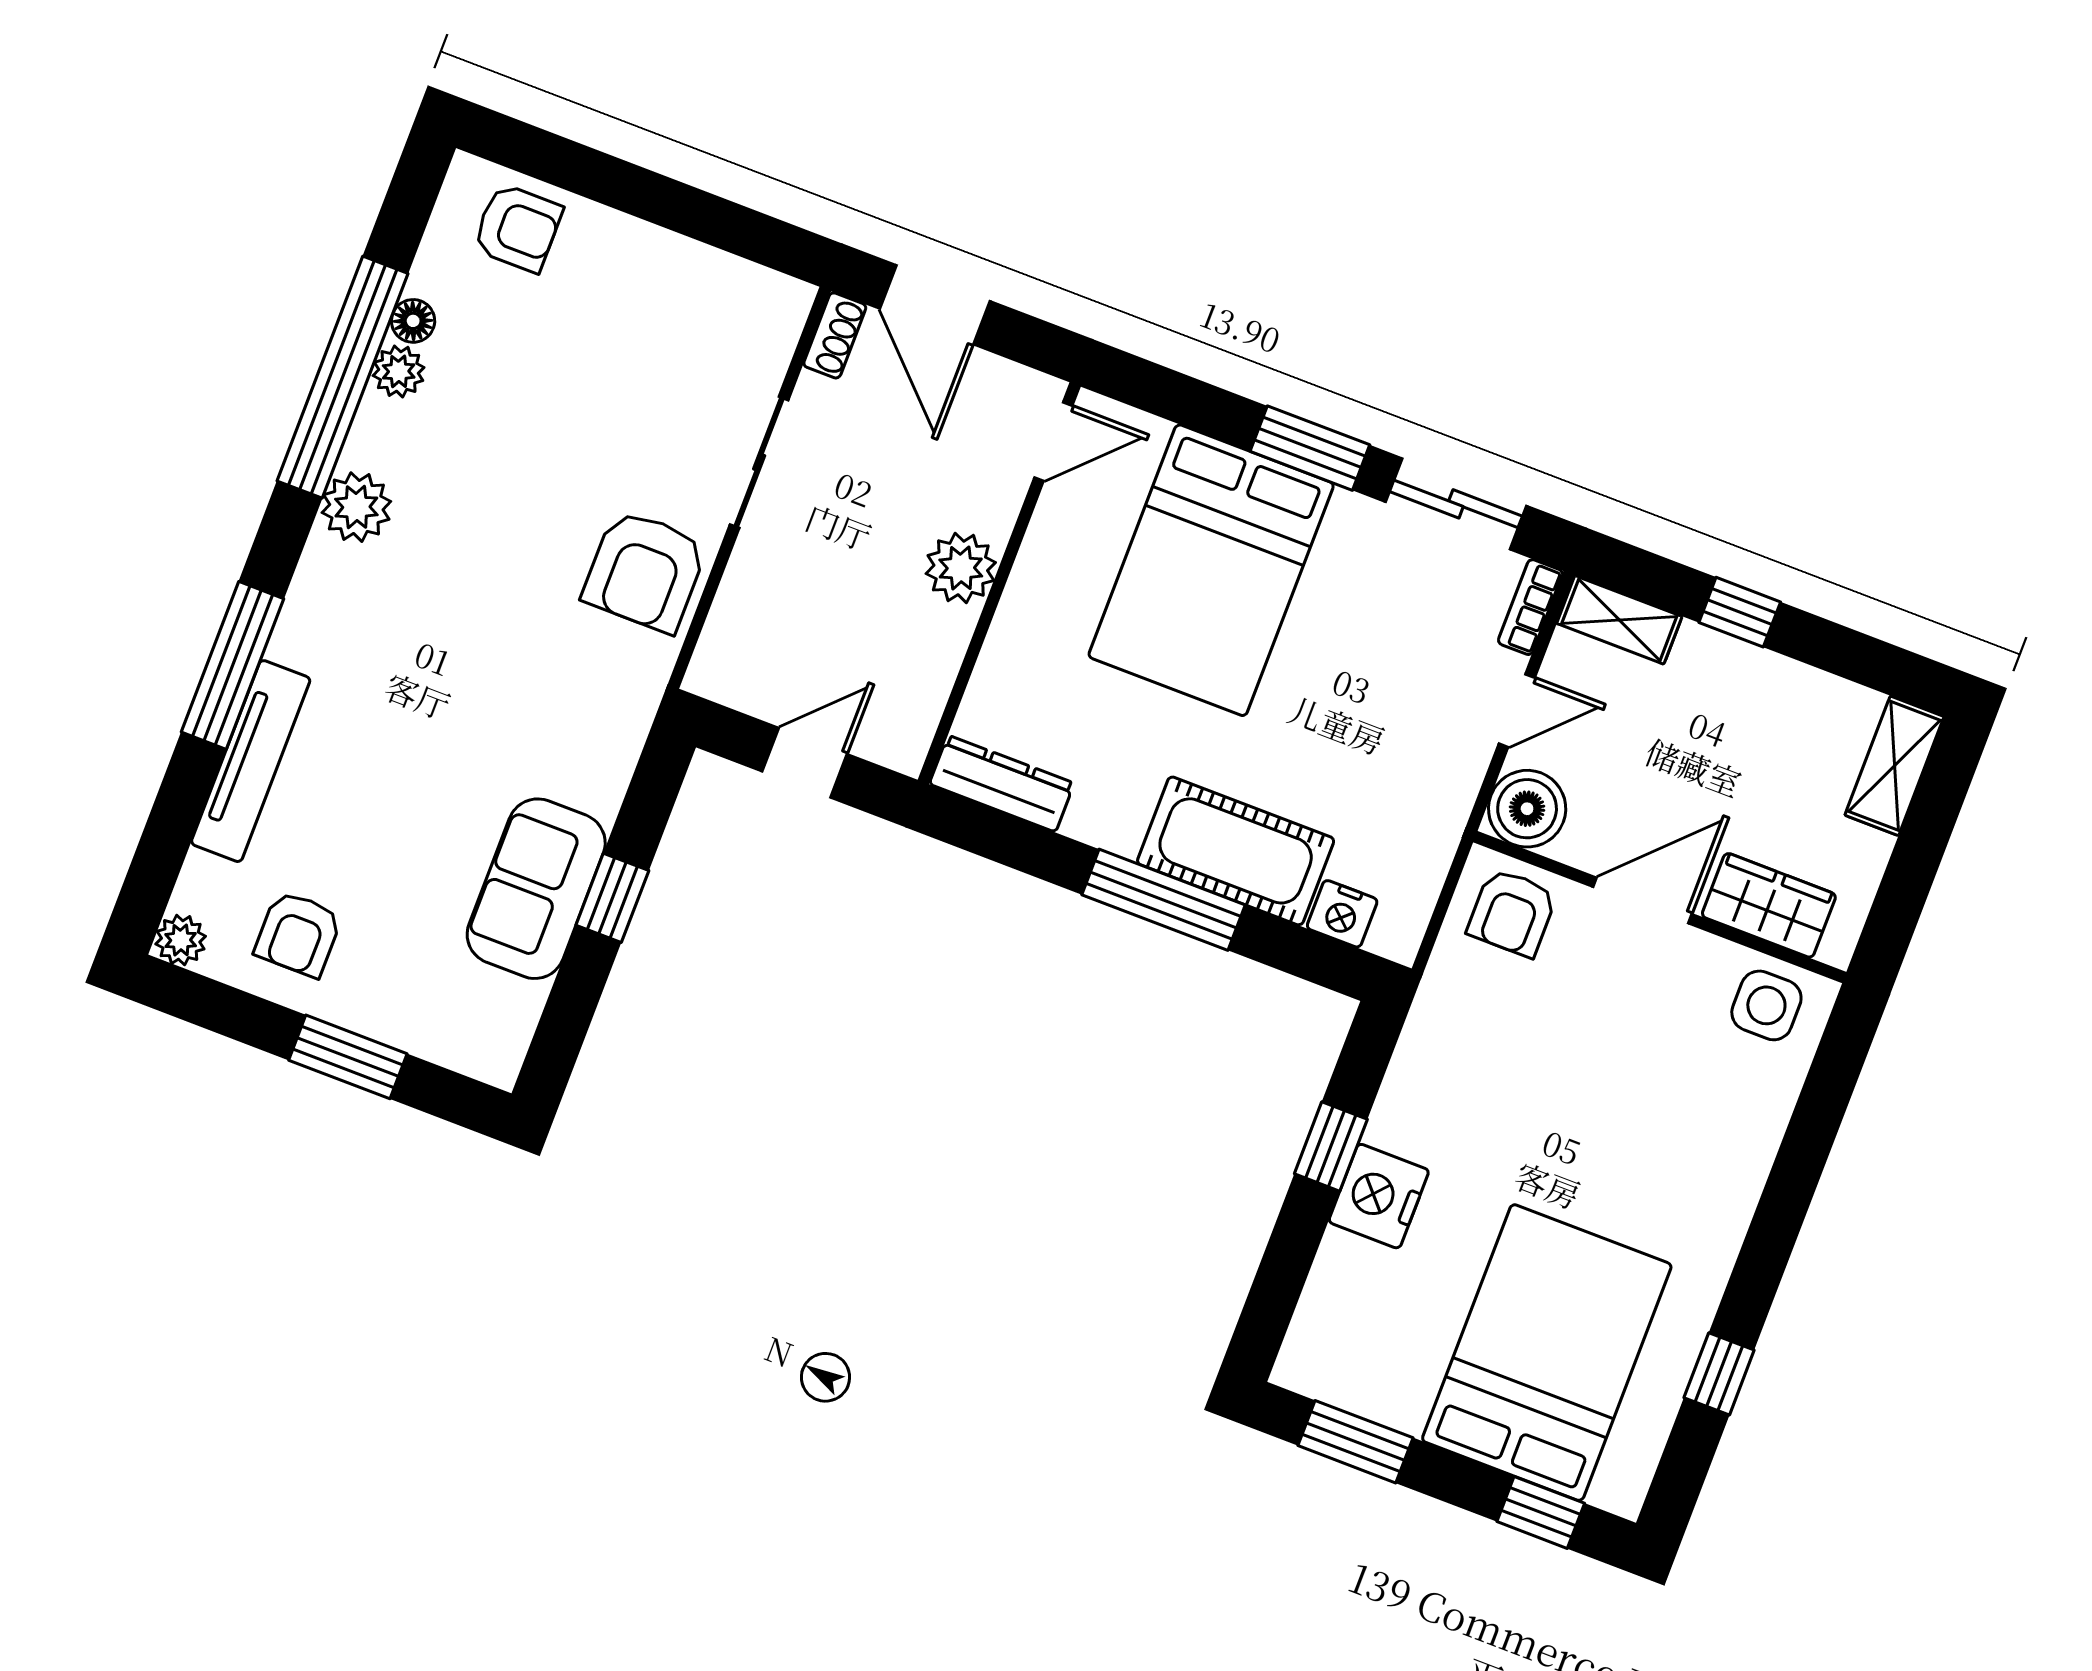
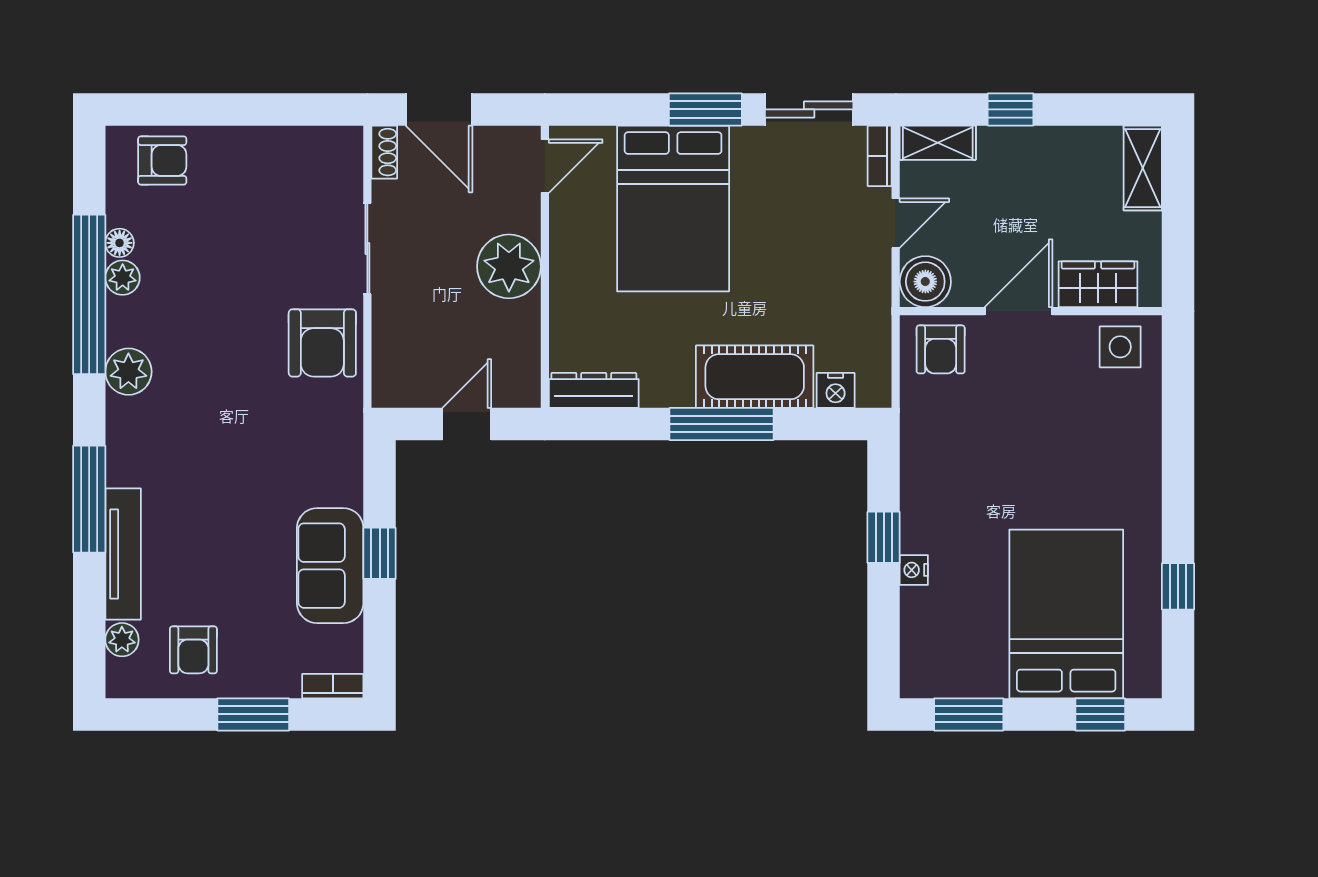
plant: (961, 568) -> (509, 266), width x1.36, depth x1.36
plant: (181, 940) -> (122, 640), moved
bookcase: (475, 1060) -> (333, 686), added
nightstand: (1379, 1196) -> (914, 570), width x0.53, depth x0.56

